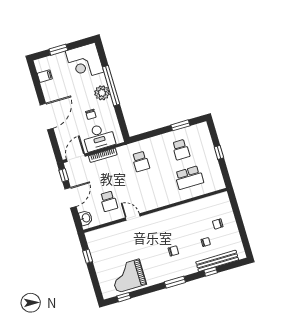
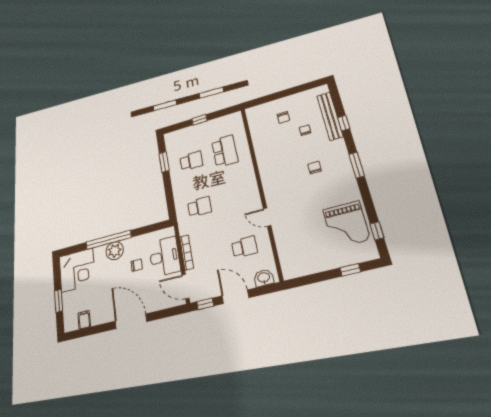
door: (133, 217) -> (267, 217), hinge flipped
window: (88, 256) -> (350, 270), moved

